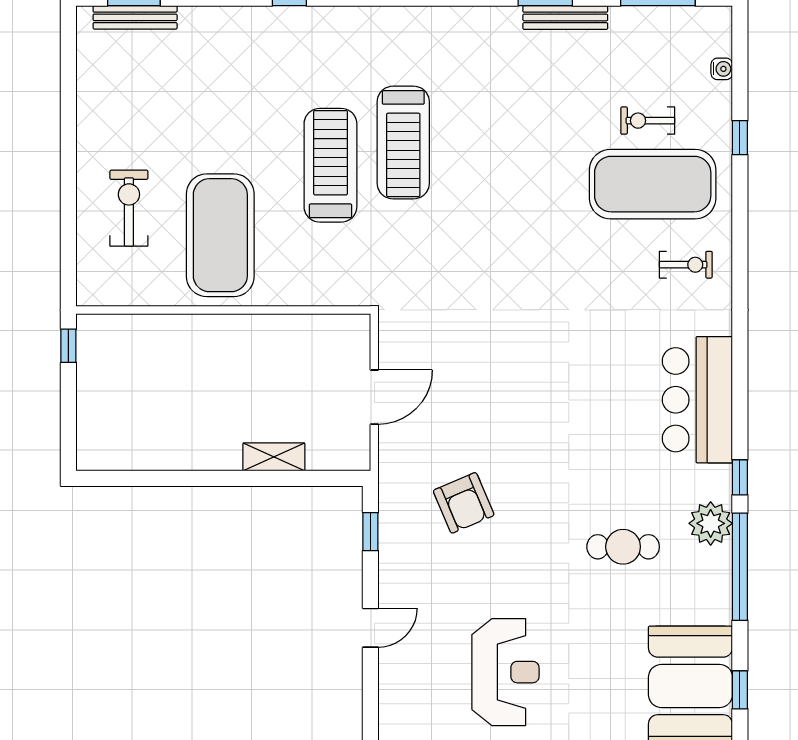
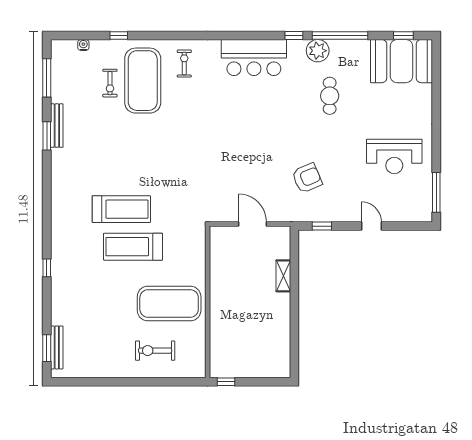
reception desk: (505, 672) -> (394, 156), turned 180

